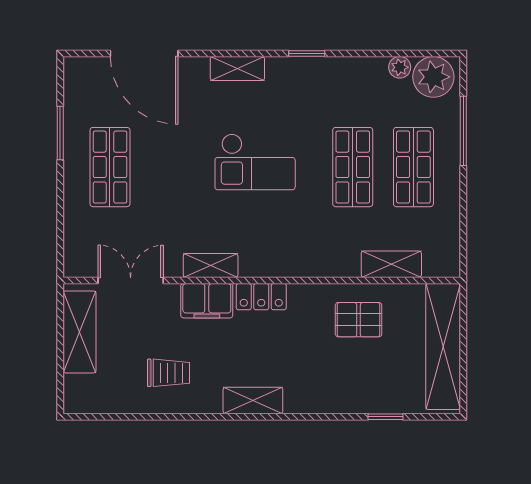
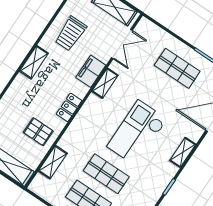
checkout: (255, 162) -> (137, 133), width x1.36, depth x1.21
locker: (261, 297) -> (69, 107), moved
pallet: (359, 320) -> (38, 132), turned 90
trolley: (168, 373) -> (71, 34), width x1.36, depth x1.39

